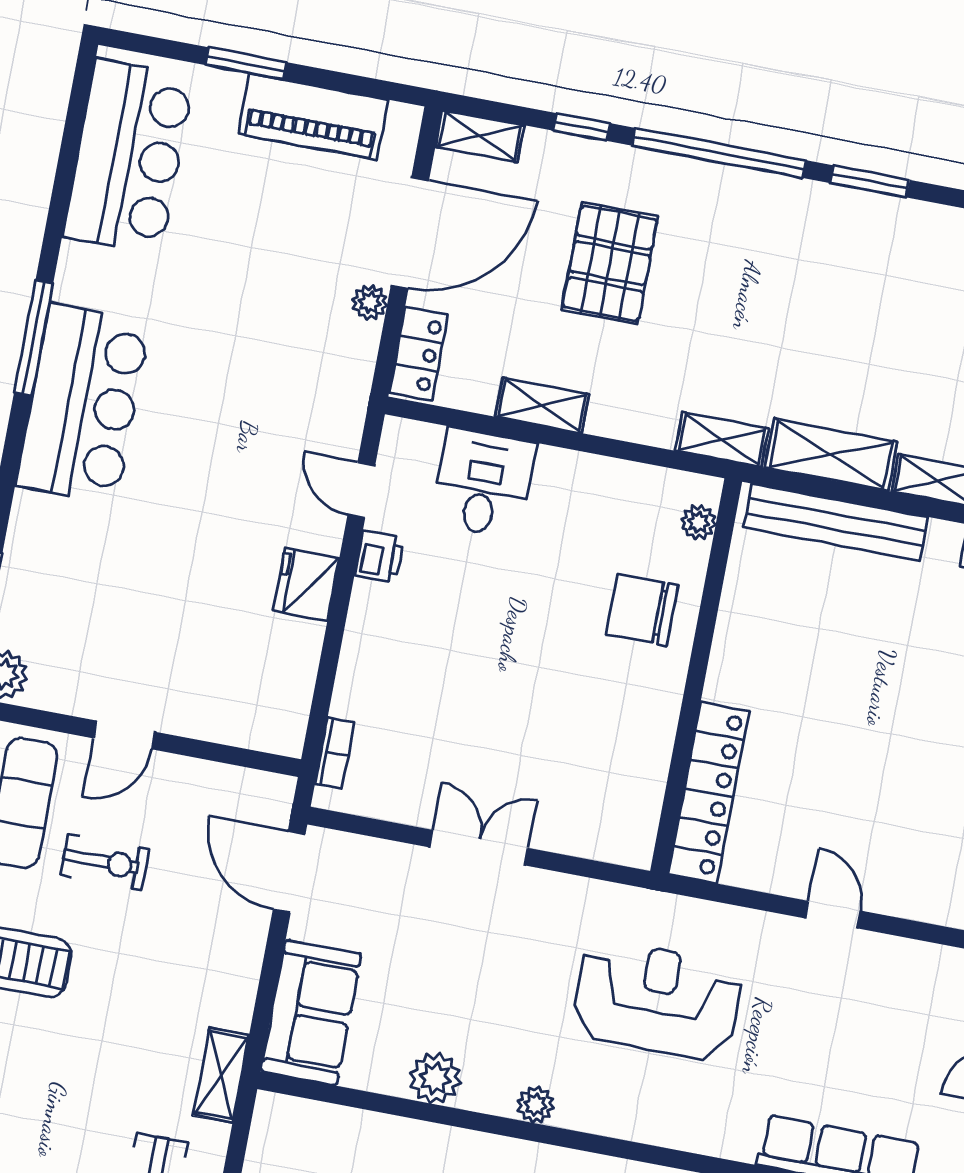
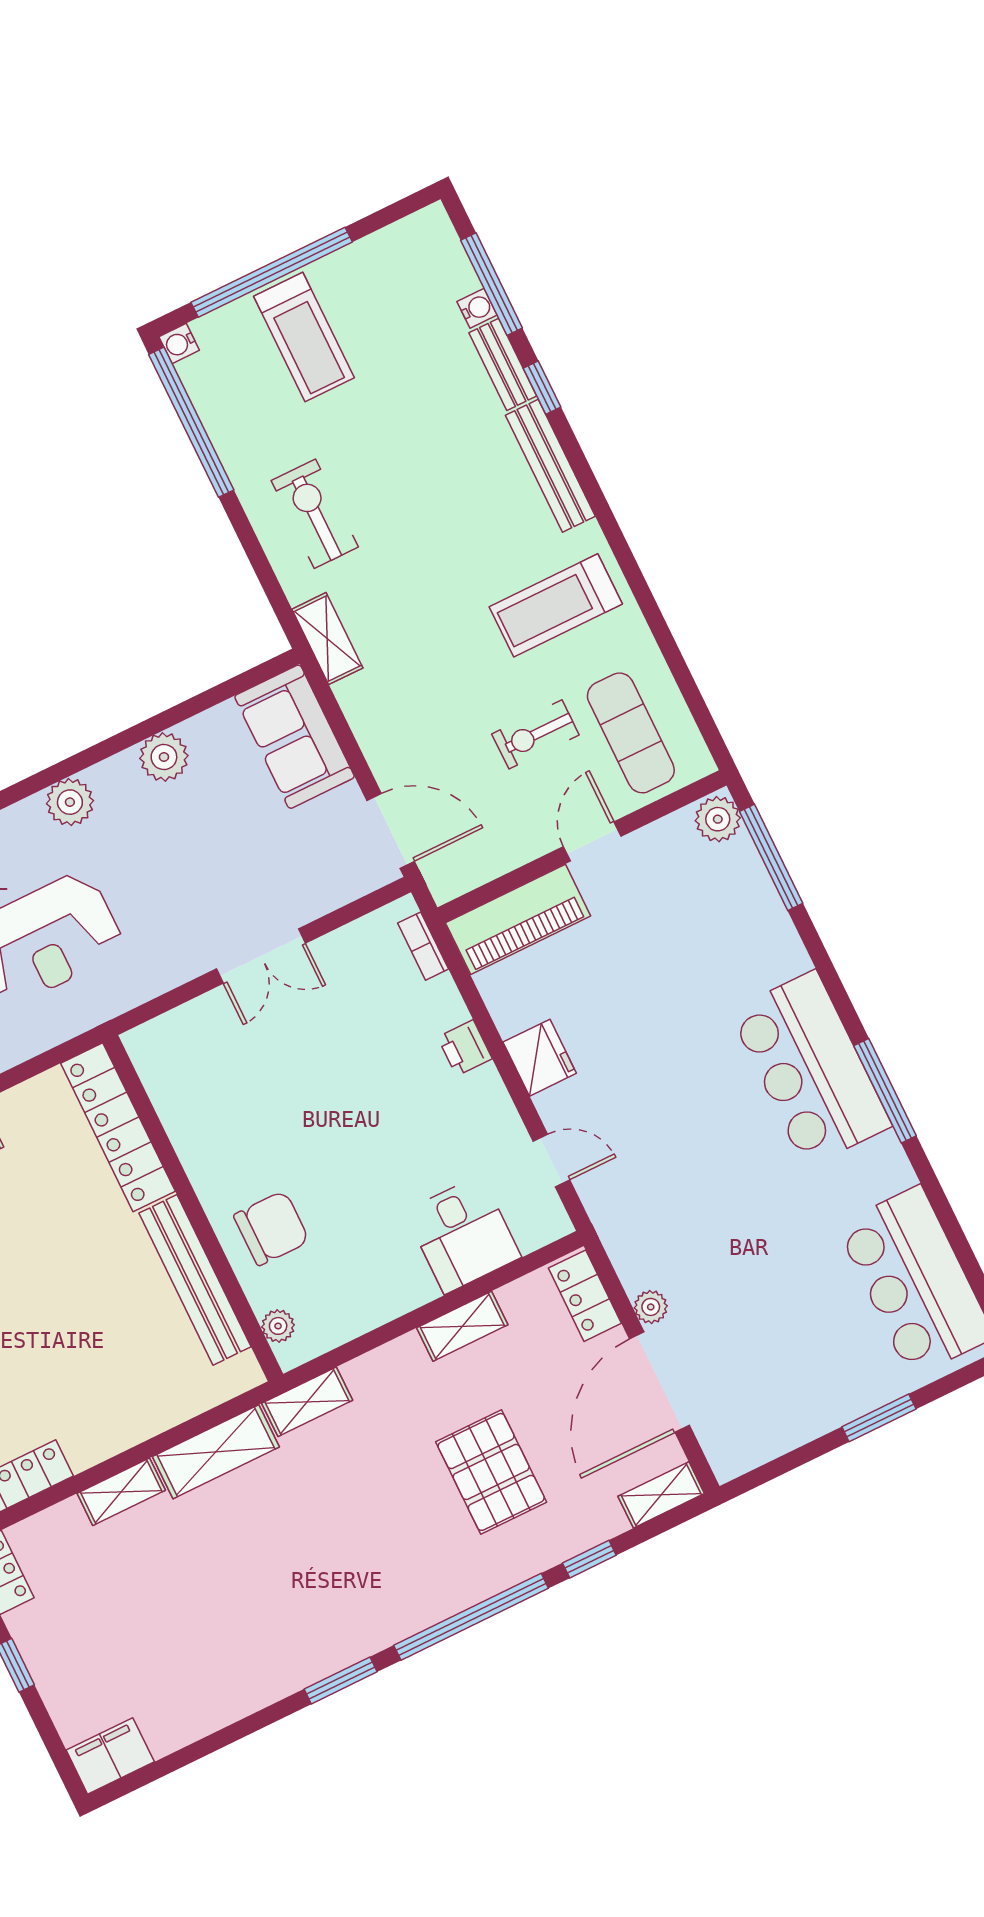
piano: (313, 117) -> (518, 919), moved, turned 180
bench: (836, 522) -> (195, 1280), moved, turned 90
printer: (379, 557) -> (465, 1048), moved
plant: (536, 1105) -> (70, 802), width x1.38, depth x1.38

